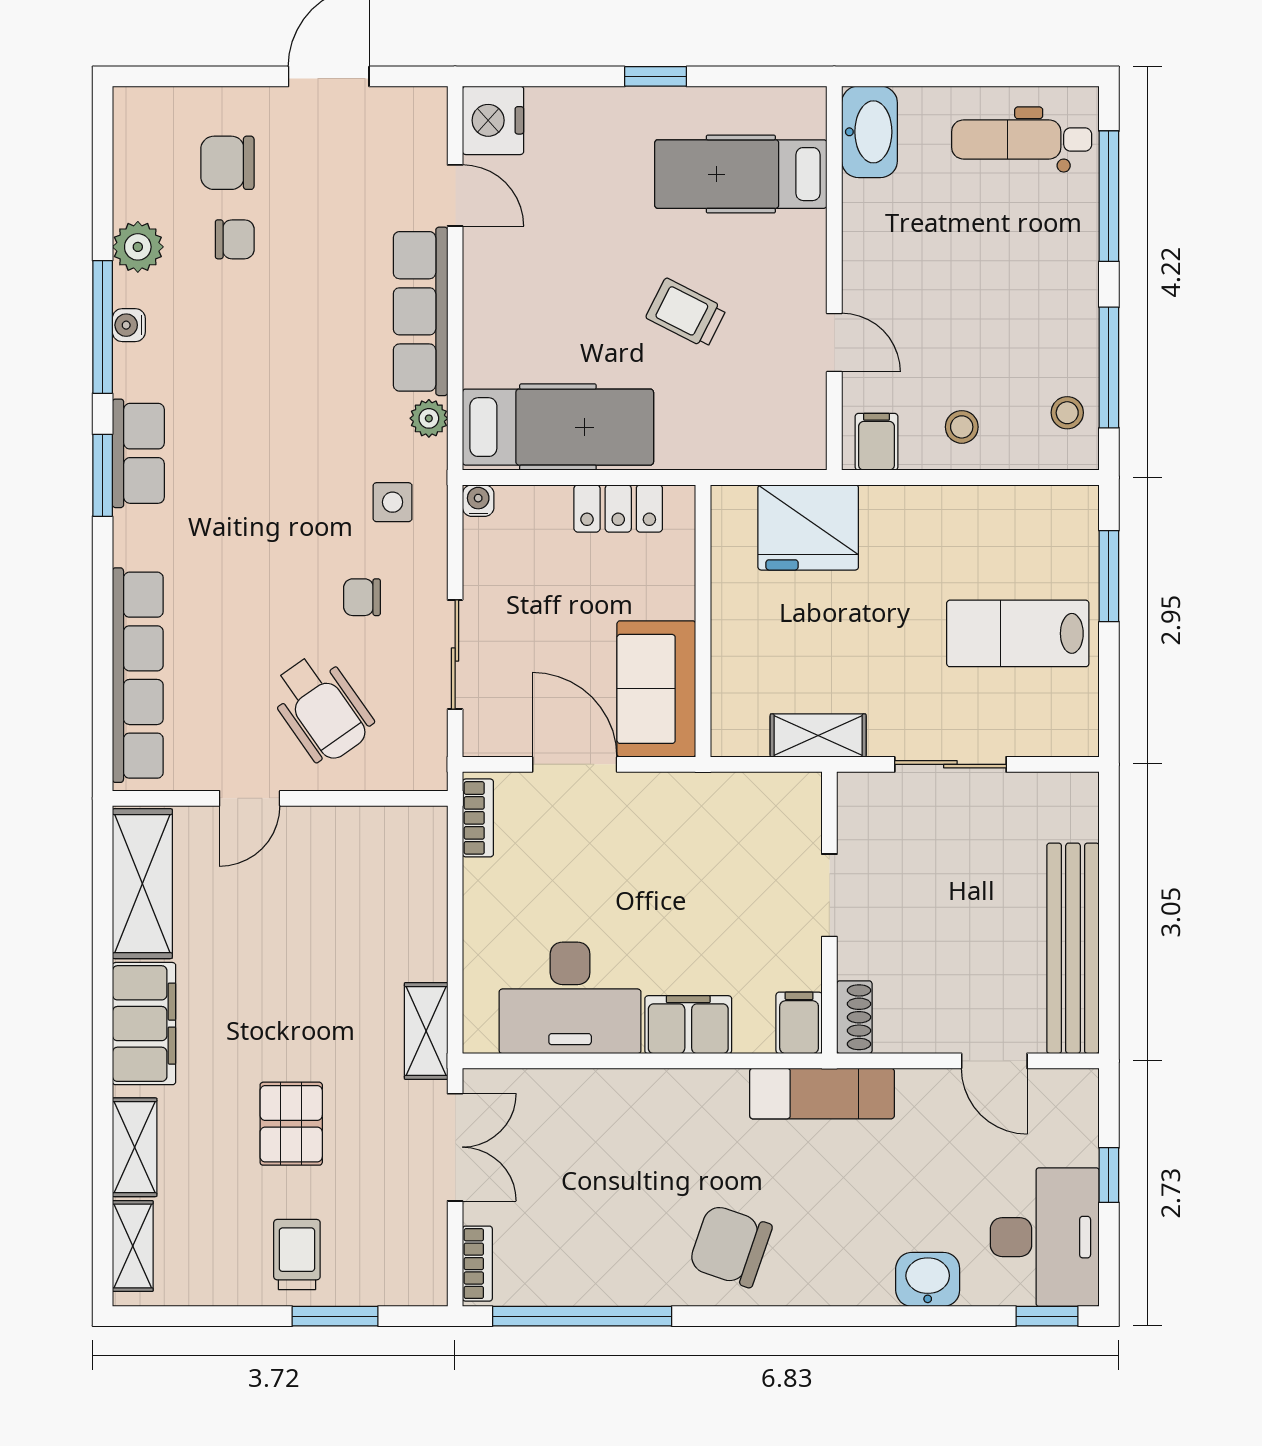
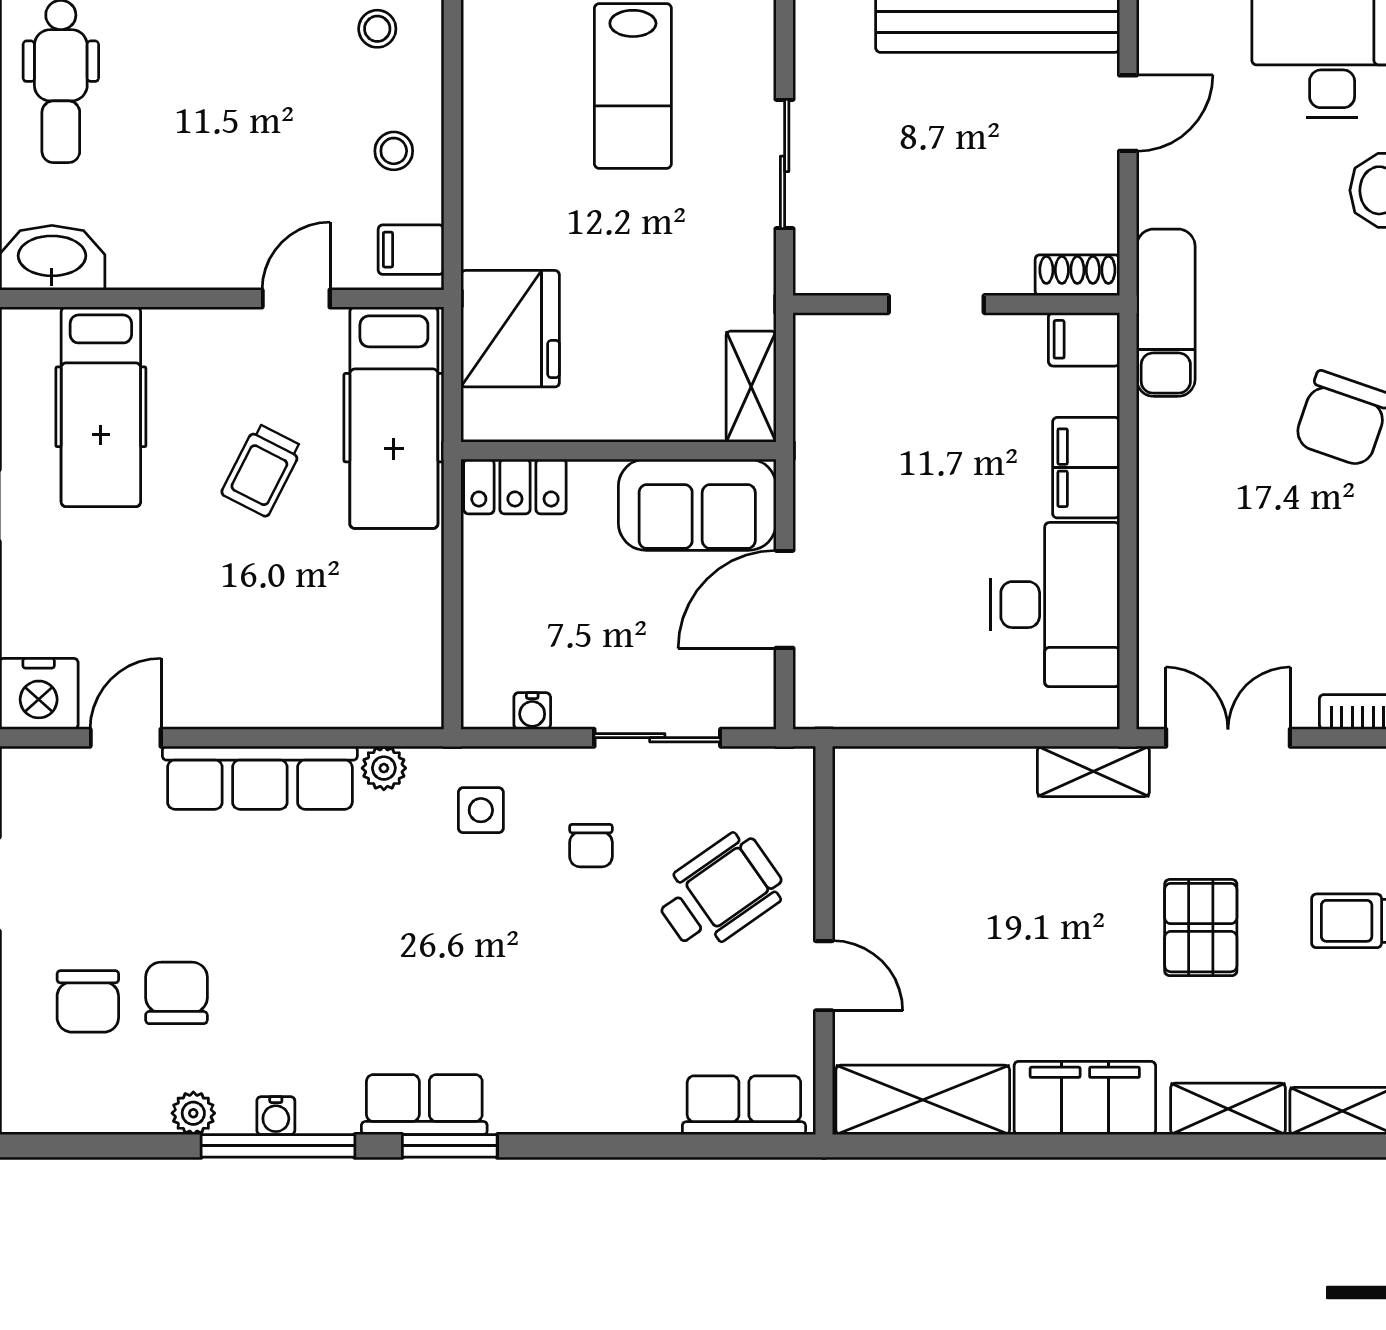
chair: (235, 239) -> (176, 993), width x1.37, depth x1.37
plant: (138, 247) -> (193, 1113), width x0.73, depth x0.73
hospital bed: (558, 427) -> (394, 418), moved, turned 180
water cooler: (478, 501) -> (532, 711), moved, turned -90
locker: (618, 508) -> (515, 486), moved, turned 90
row of seats: (138, 675) -> (744, 1105), width x0.50
shelving: (818, 735) -> (751, 387), moved
bookcase: (478, 818) -> (847, 711), removed
pallet: (291, 1124) -> (1201, 928), turned 90

